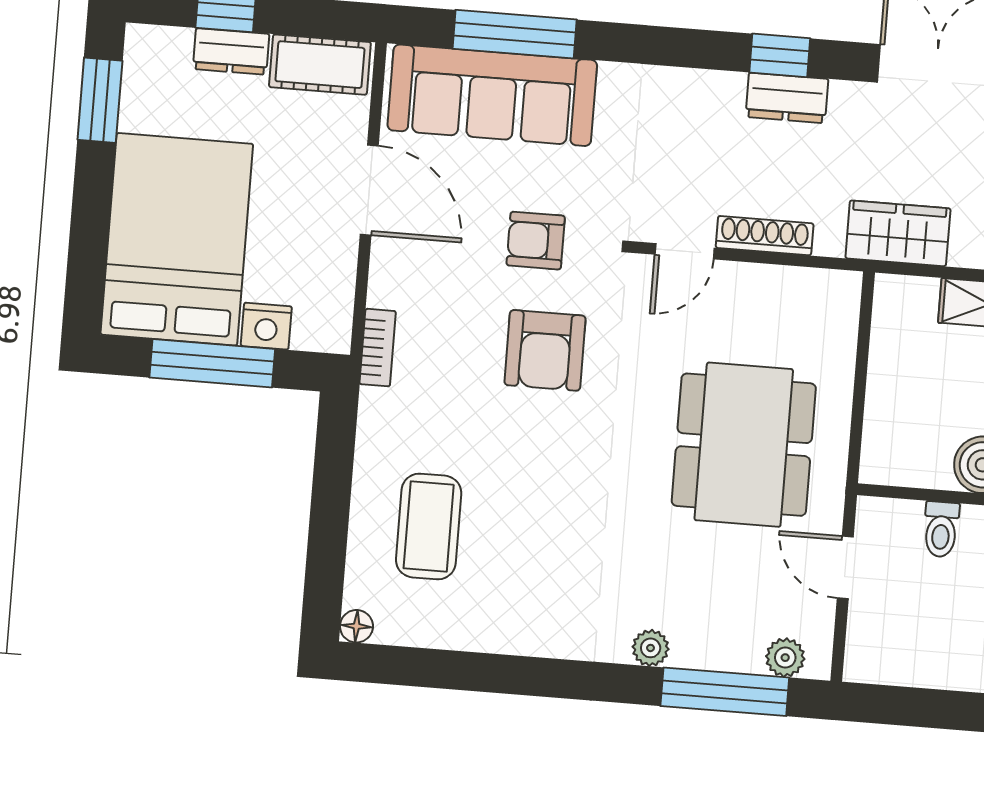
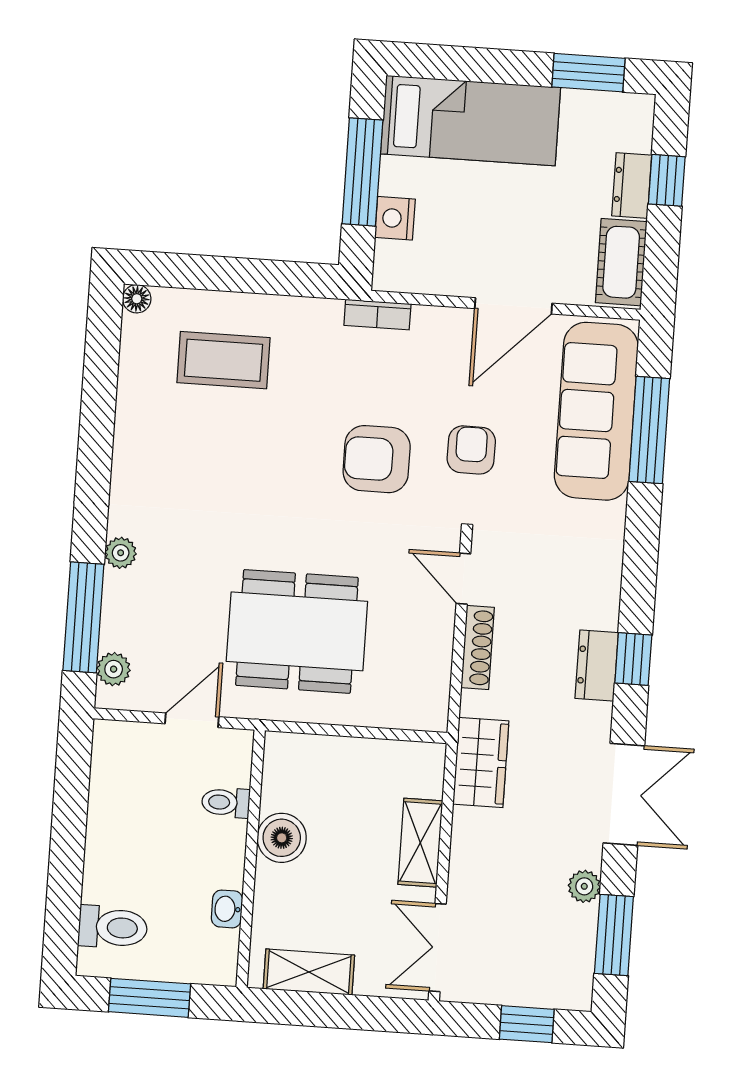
bed: (177, 239) -> (471, 121), width x0.67

